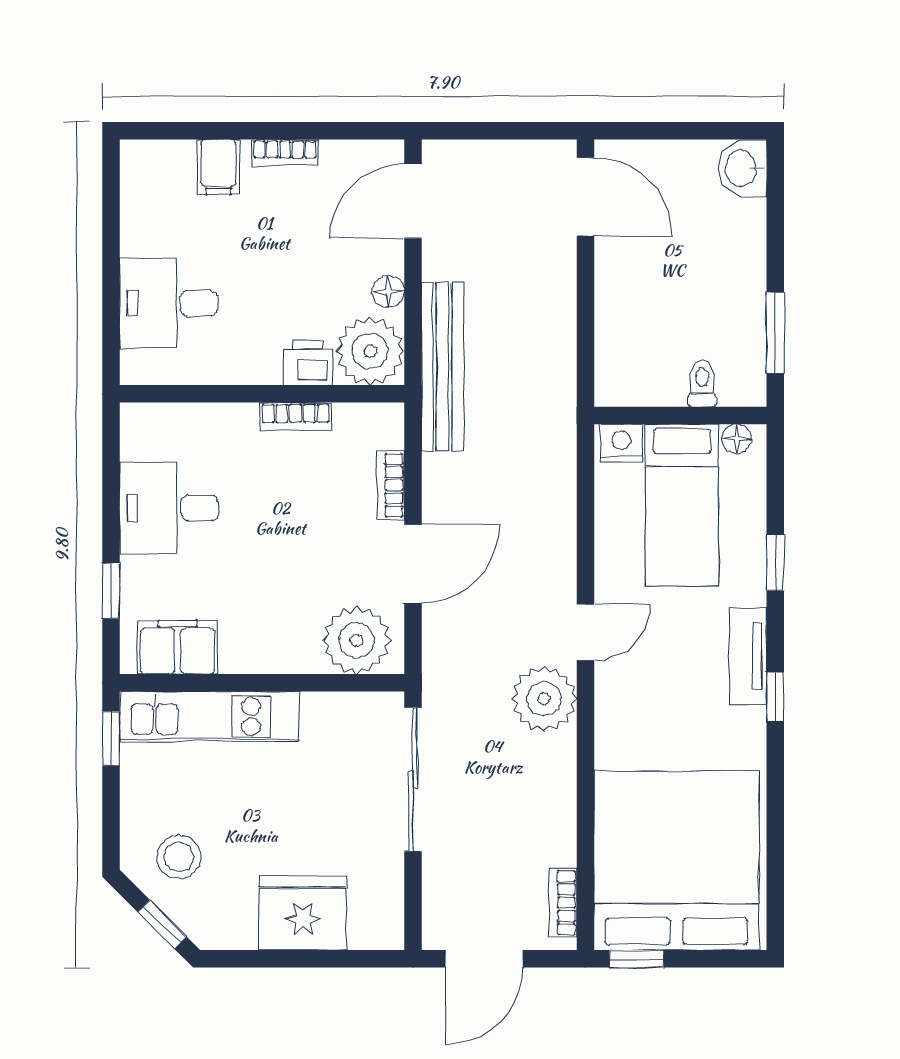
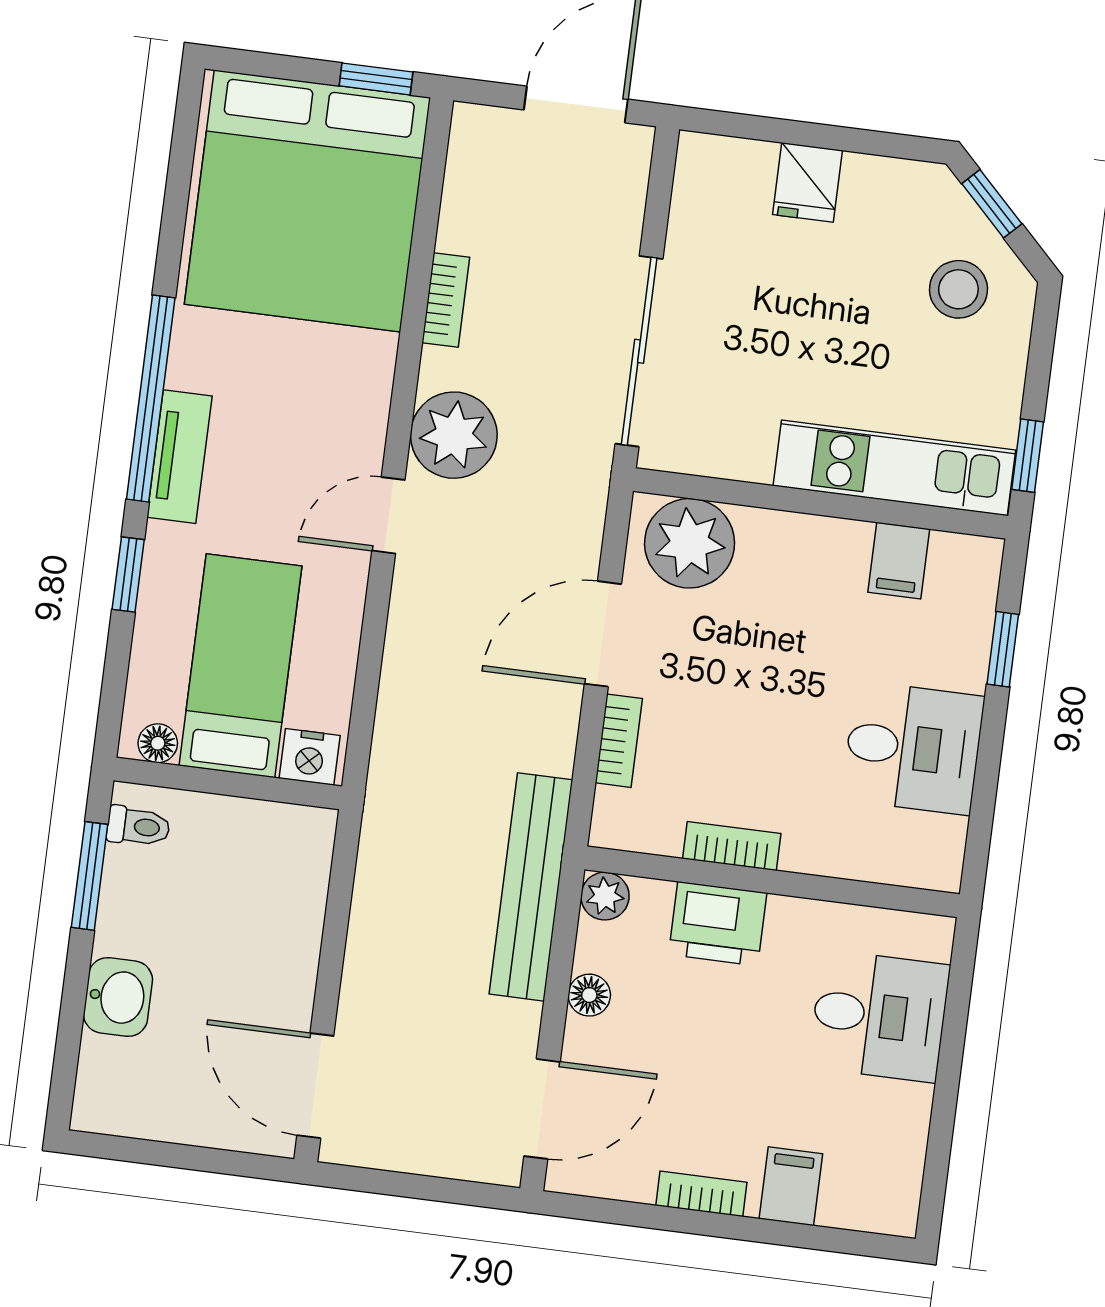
washbasin: (742, 168) -> (118, 997), moved
plant: (370, 351) -> (605, 896), width x0.53, depth x0.53
printer: (308, 363) -> (718, 924), width x1.36, depth x1.24
toilet: (702, 384) -> (138, 826), moved, turned -90
filing cabinet: (178, 647) -> (899, 561), width x0.50
window: (775, 697) -> (151, 399), width x3.17
bookcase: (563, 903) -> (446, 300), moved
fridge: (303, 913) -> (808, 182), width x0.53, depth x0.75

